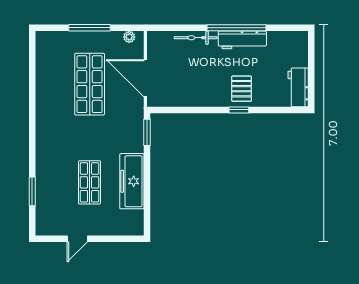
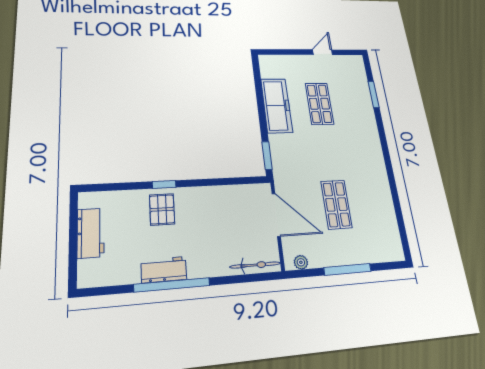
bicycle: (196, 38) -> (255, 265), moved
workbench: (242, 40) -> (164, 270), width x0.73
shop shelf: (90, 84) -> (336, 204), width x0.70, depth x0.74
workbench: (298, 87) -> (91, 233), moved

